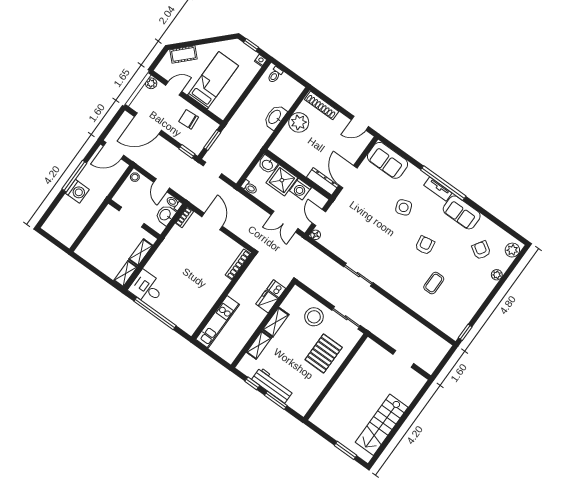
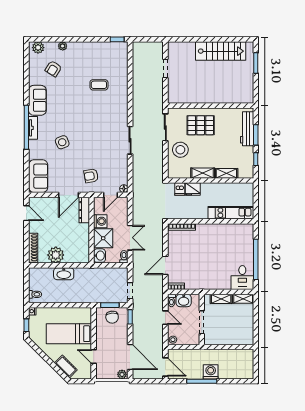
plant: (151, 83) -> (122, 374), moved
chair: (189, 119) -> (112, 317), moved
door: (162, 185) -> (165, 318), hinge flipped
double door: (285, 222) -> (130, 238), moved
armchair: (425, 245) -> (91, 176), moved
workbench: (273, 385) -> (247, 129), moved

